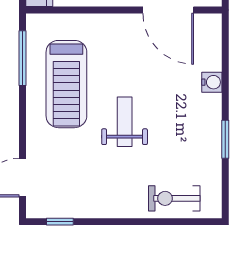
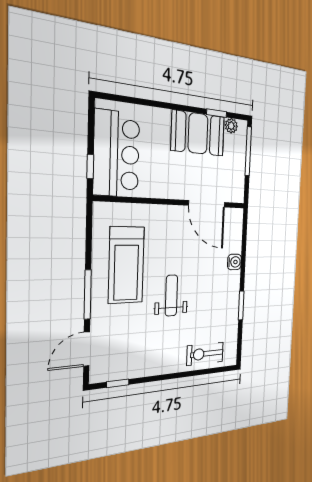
window: (22, 58) -> (88, 295), moved

